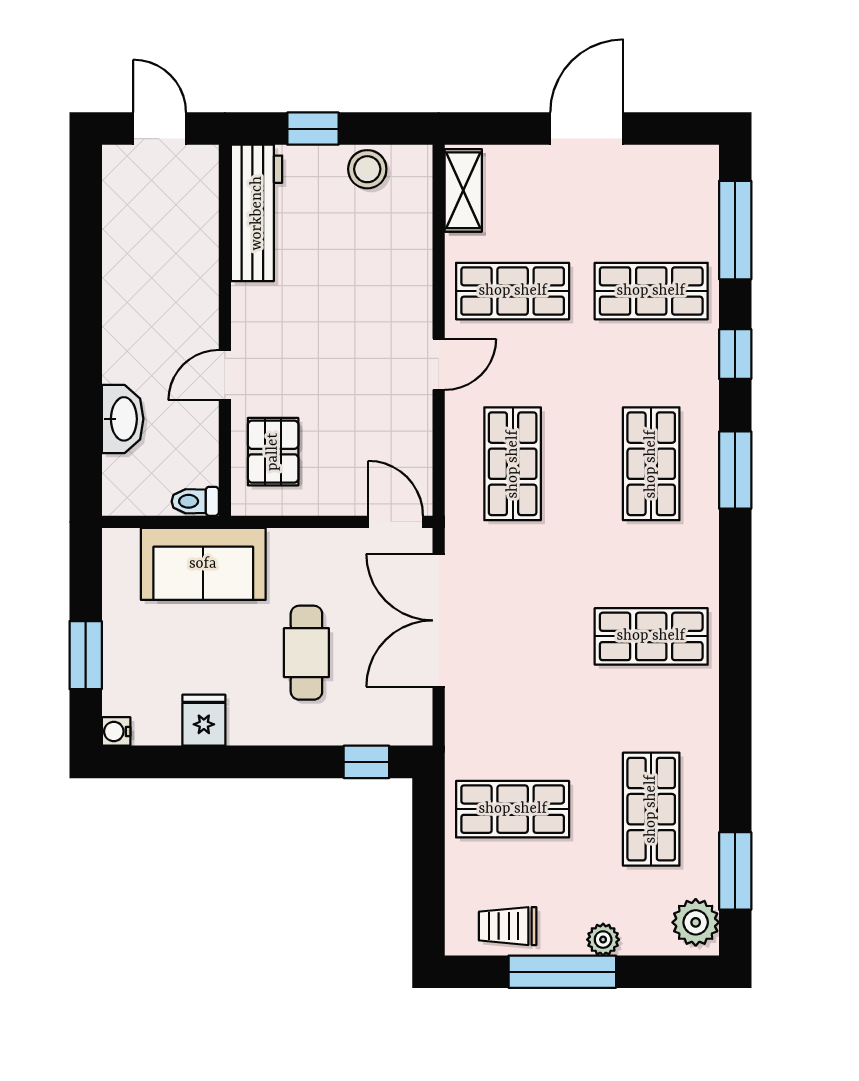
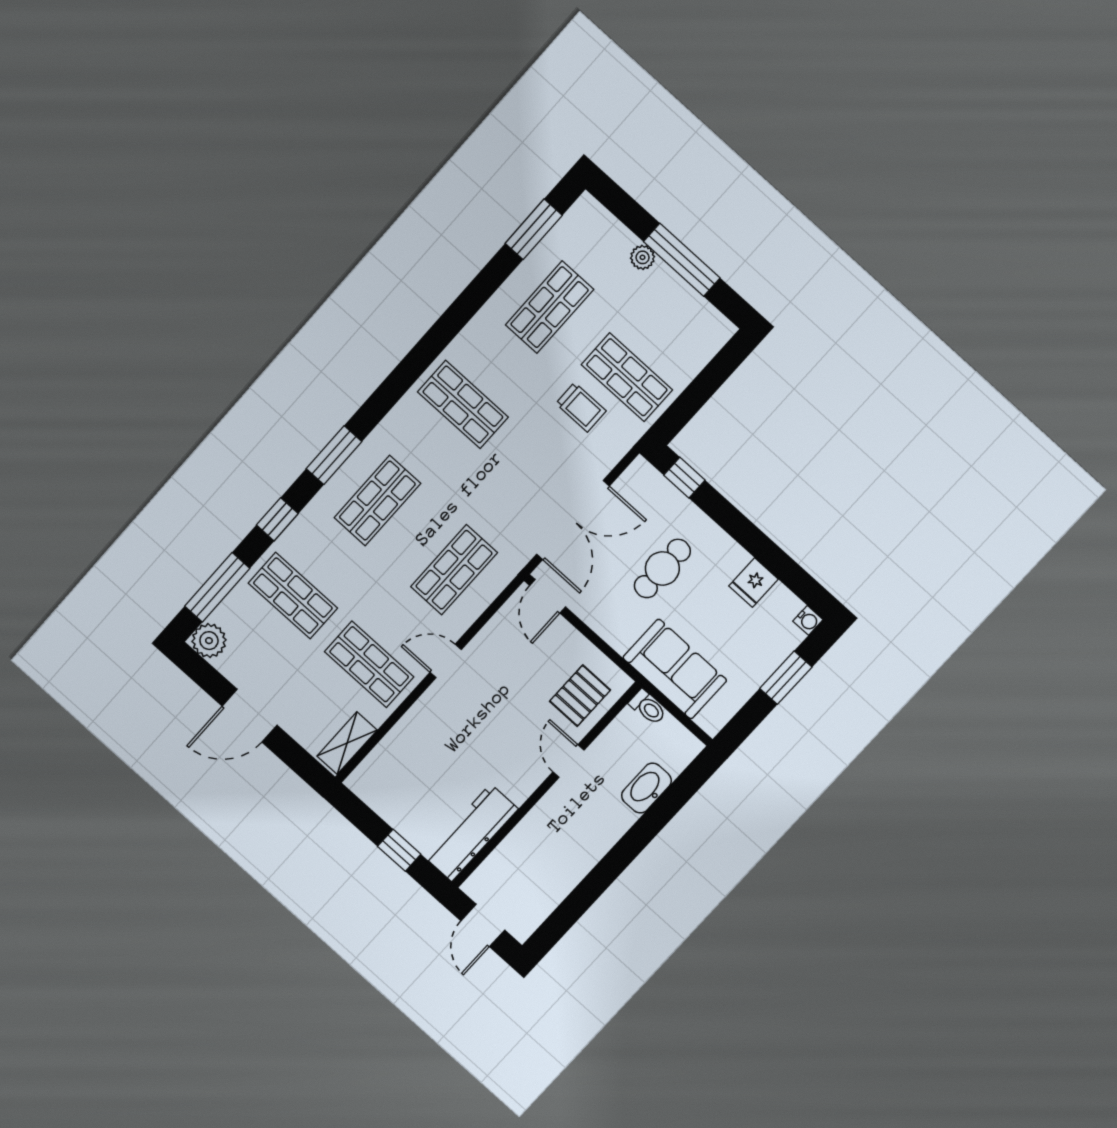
stool: (367, 169) -> (389, 802), removed
door: (225, 375) -> (568, 761), swing flipped
plant: (696, 922) -> (209, 641), moved
trolley: (508, 926) -> (581, 407), moved

